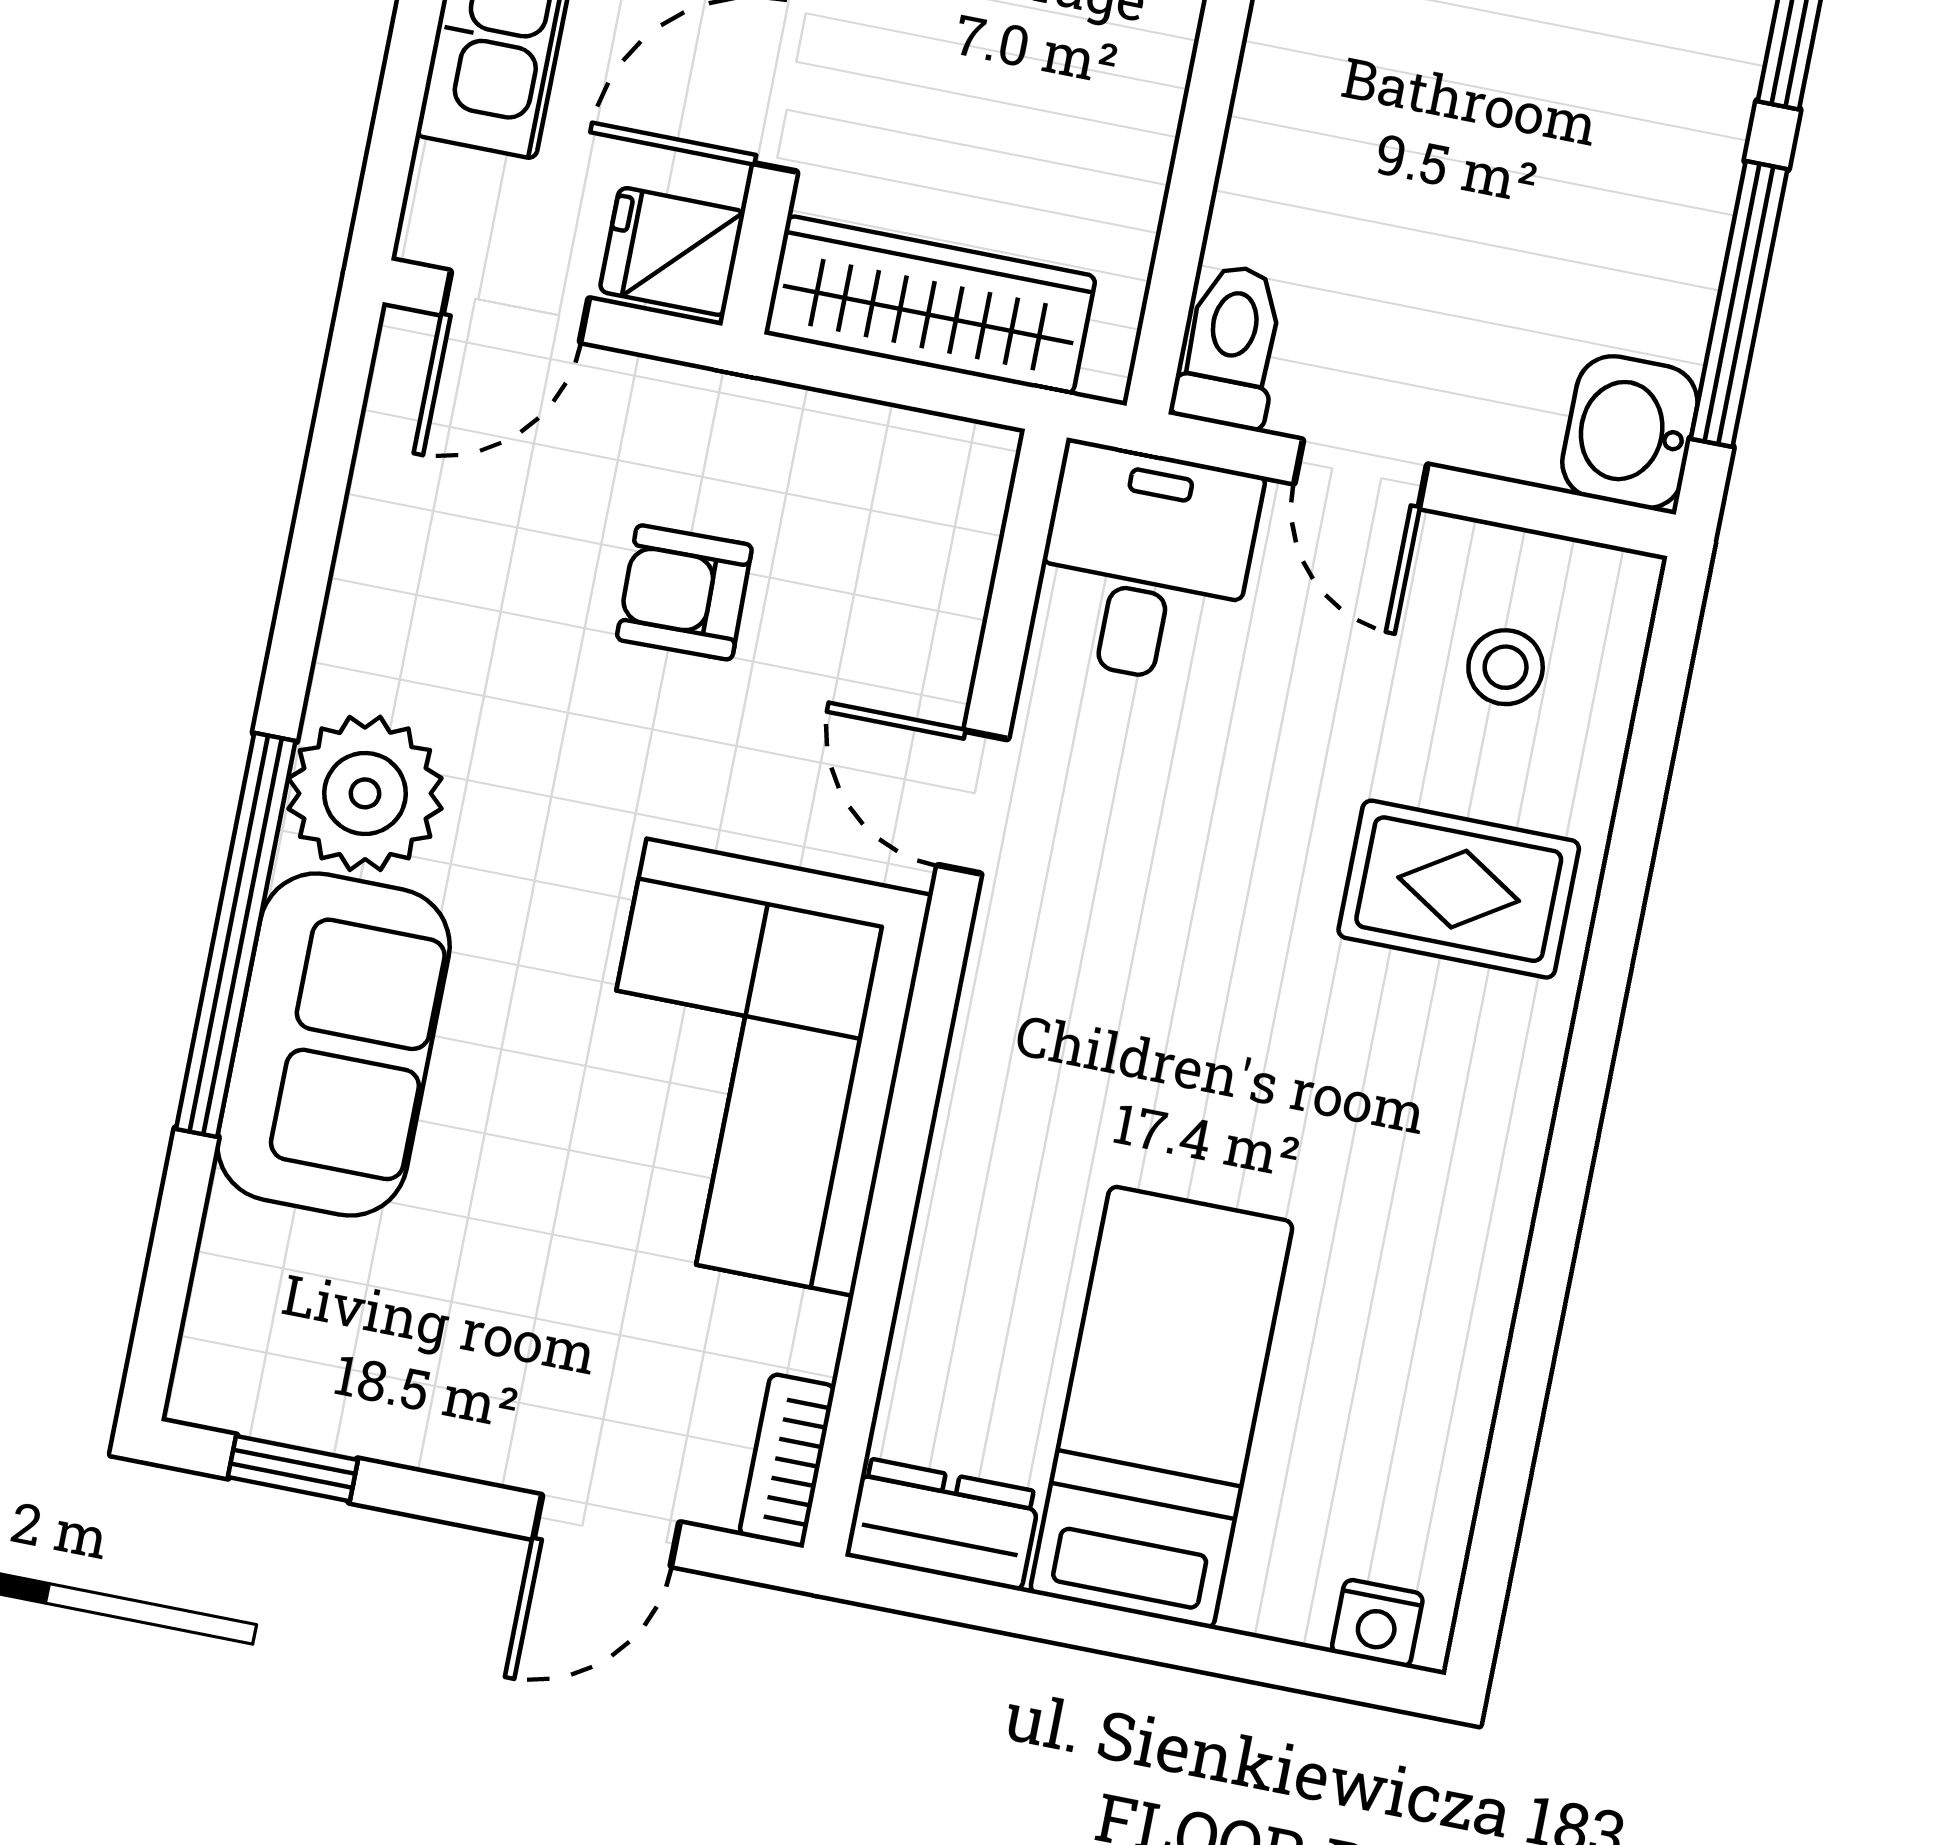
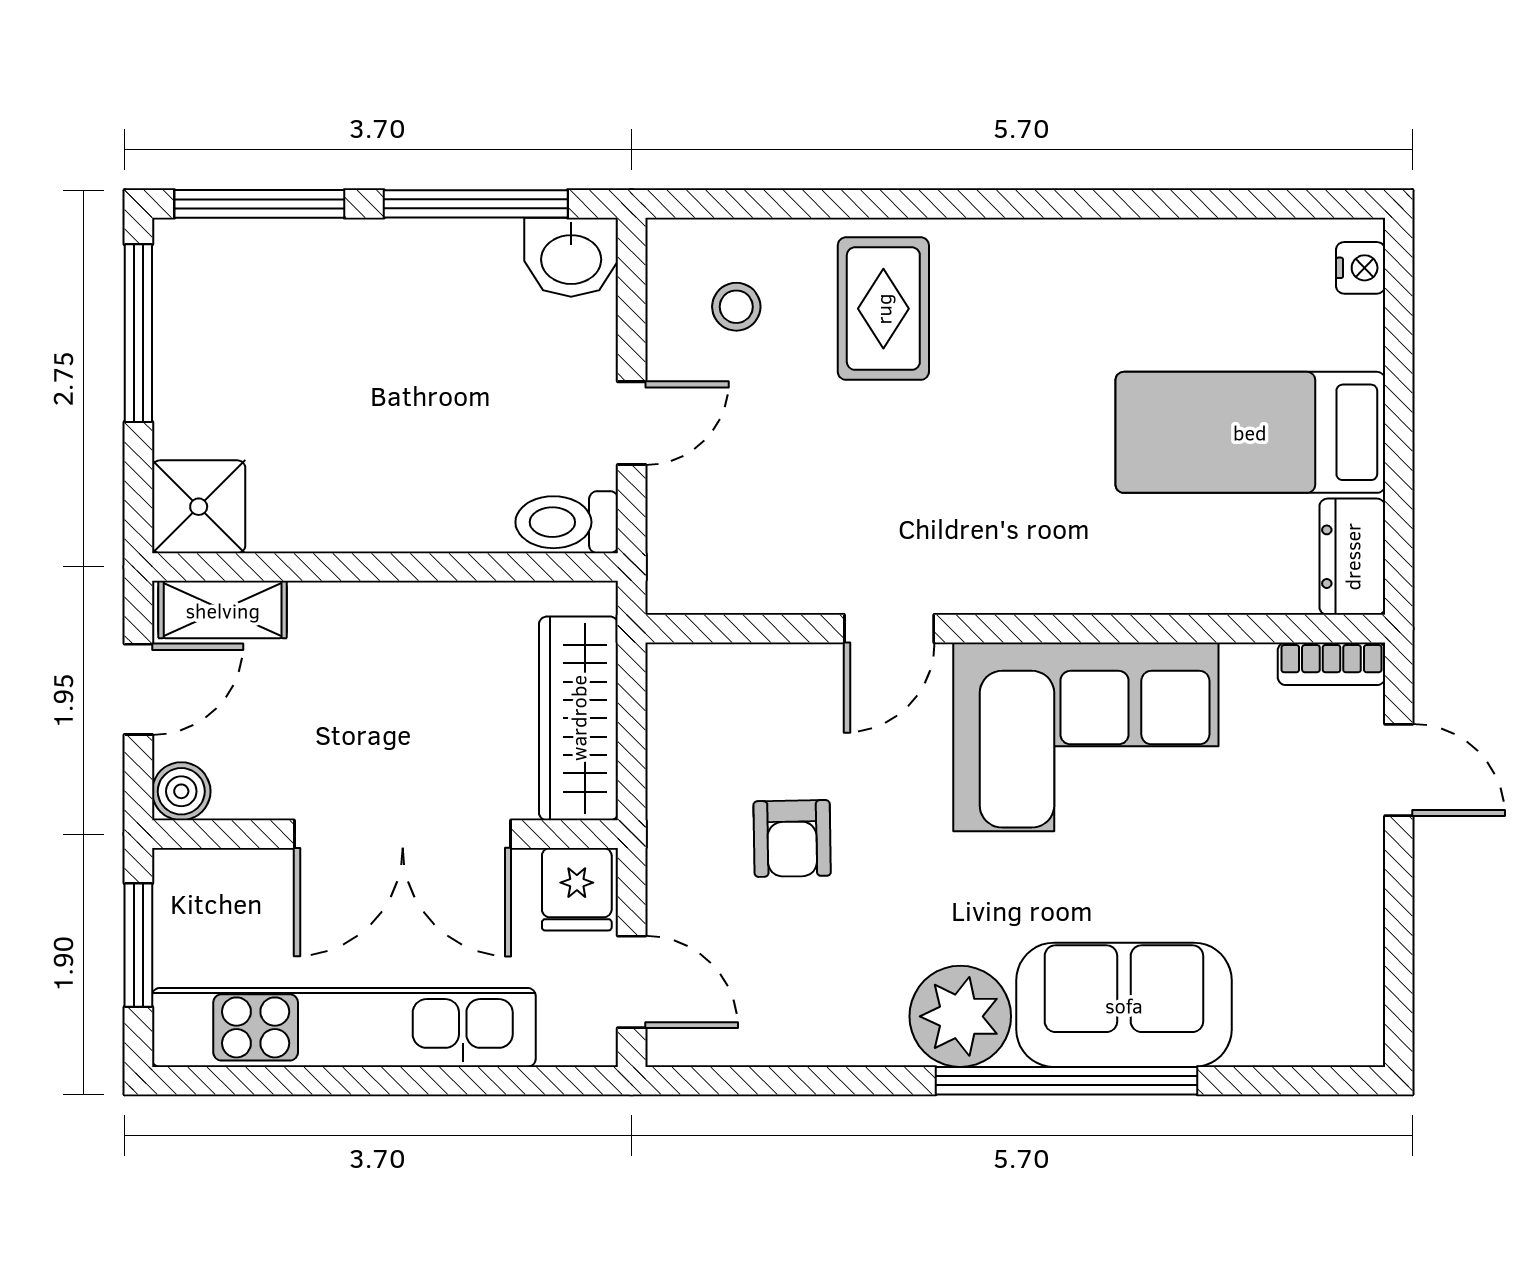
desk: (1145, 565) -> (716, 549), removed
window: (293, 1469) -> (1399, 977), removed

